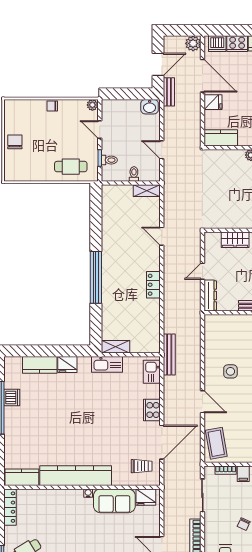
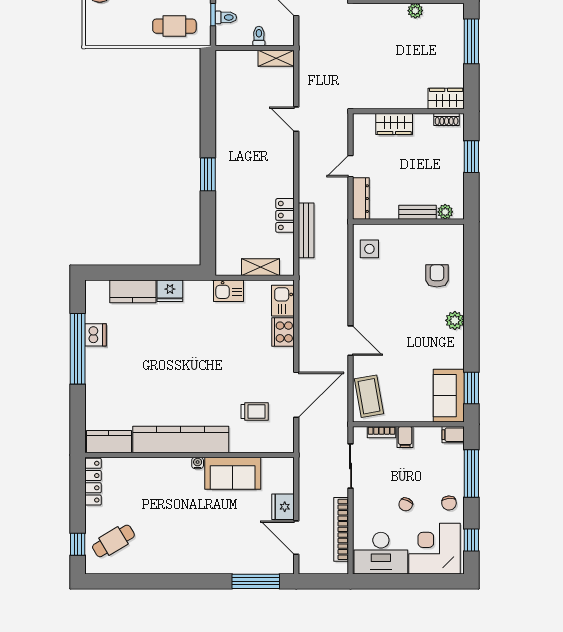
window: (96, 277) -> (208, 174), width x0.47
locker: (153, 285) -> (285, 215), moved
shelving: (115, 347) -> (260, 267), moved
bench: (169, 354) -> (306, 230), moved
kitchen sink: (107, 364) -> (229, 291), width x0.73
side table: (230, 371) -> (369, 249), moved
cooker: (152, 410) -> (283, 332), moved
trolley: (142, 466) -> (255, 411), moved
fridge: (146, 497) -> (283, 507), moved, turned 90

